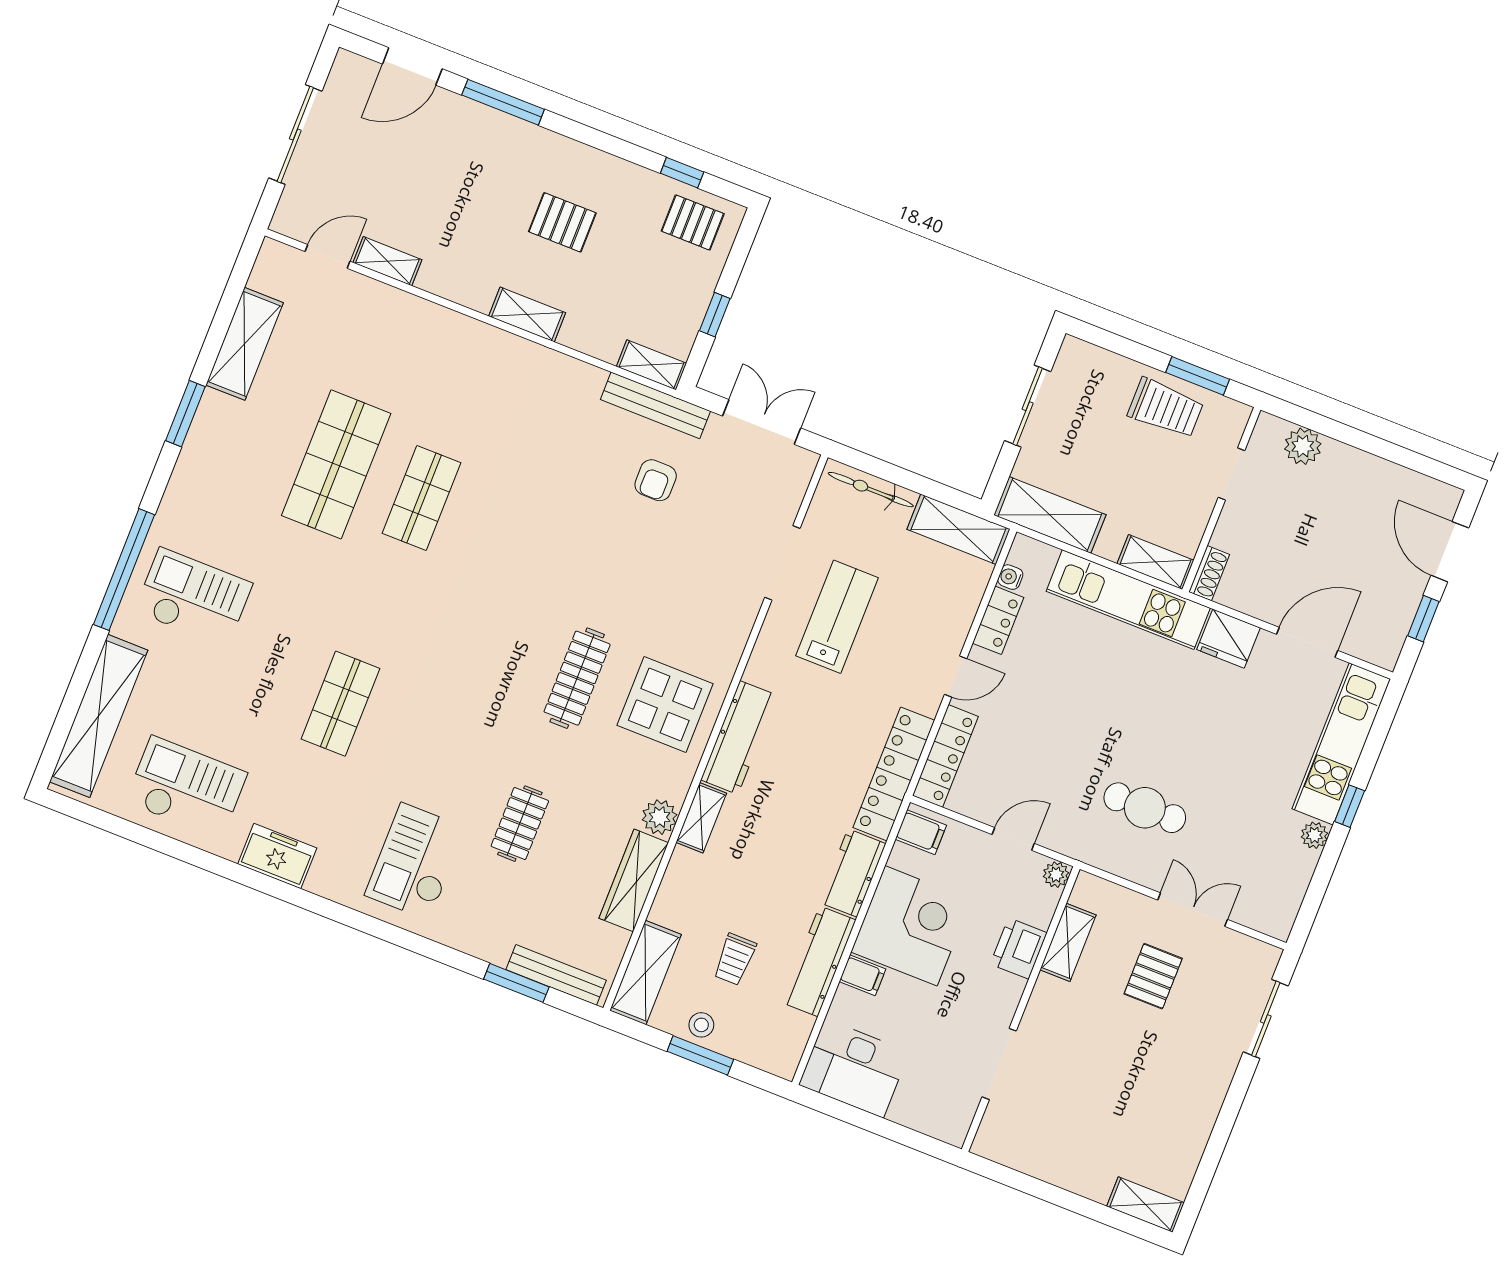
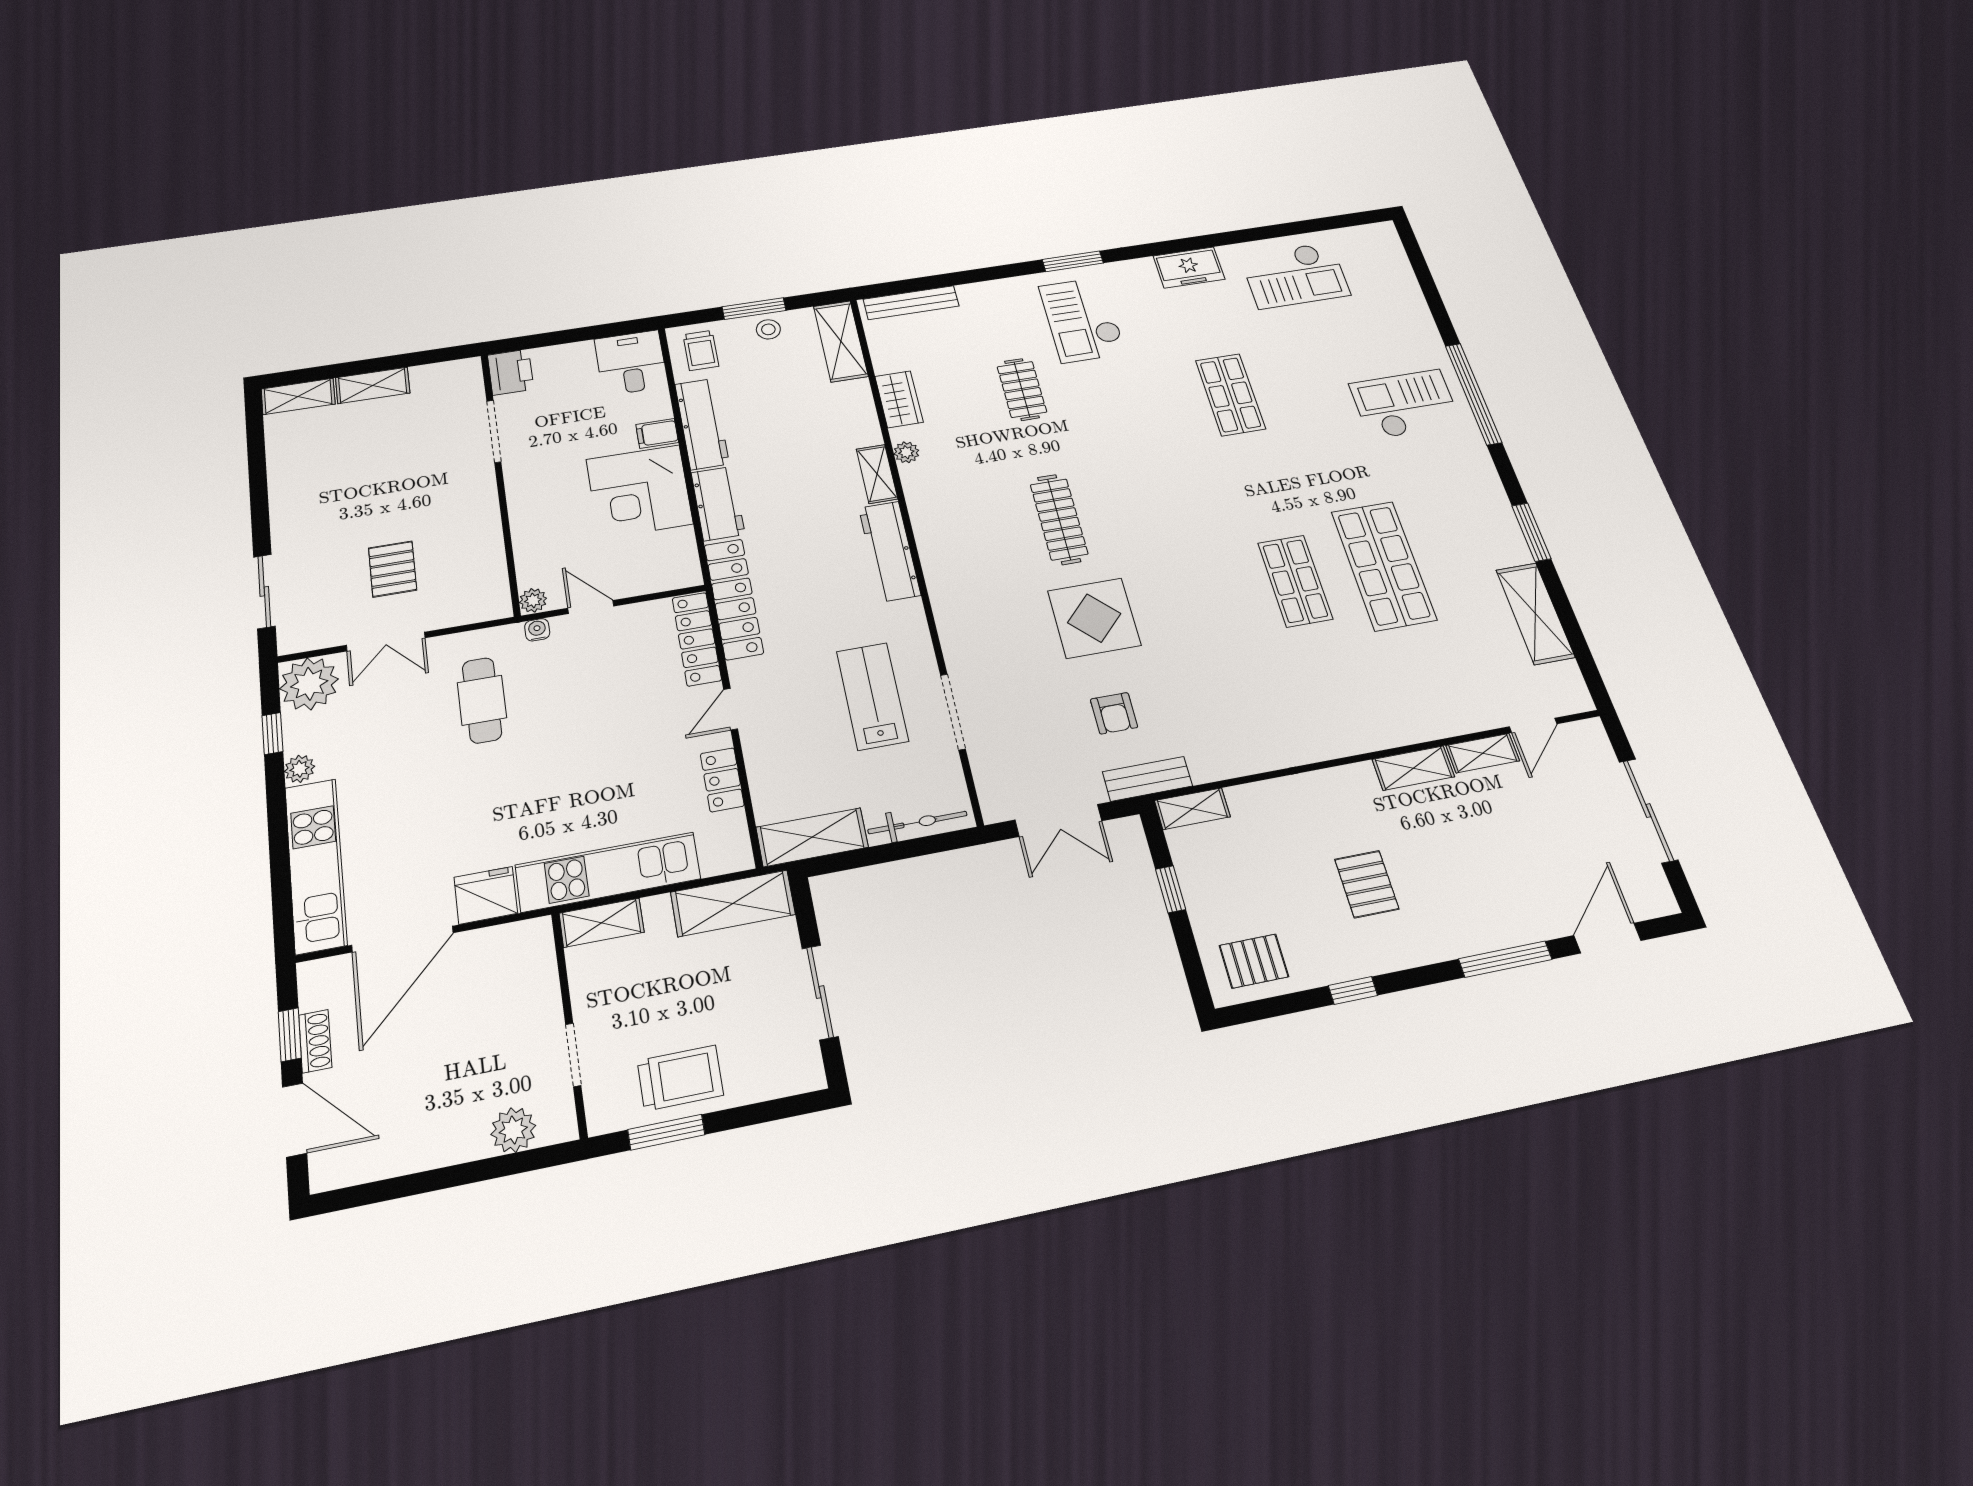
window: (682, 173) -> (1353, 990), moved
pallet: (562, 222) -> (1367, 884), turned 90
shelving: (527, 314) -> (1413, 768), moved
bench: (655, 405) -> (1147, 779), width x0.73
trolley: (1166, 408) -> (680, 1078), turned 180
armchair: (656, 480) -> (1114, 713), turned 180
shoe rack: (1209, 573) -> (315, 1041), moved, turned 180
water cooler: (1010, 577) -> (537, 630), moved, turned -90
checkout: (193, 598) -> (1405, 404), turned 180
lab bench: (837, 617) -> (872, 696), turned 180
door: (1307, 642) -> (403, 939), width x1.36
display table: (665, 704) -> (1094, 618), moved
shelving: (99, 716) -> (1400, 286), removed
window: (1350, 806) -> (272, 733), moved
cafe table: (1145, 808) -> (482, 700), turned 90
plant: (660, 817) -> (906, 452), width x0.73, depth x0.73
filing cabinet: (921, 832) -> (679, 567), removed
door: (1013, 839) -> (591, 607), swing flipped
checkout: (415, 861) -> (1082, 320), turned 180
wardrobe: (634, 880) -> (899, 399), width x0.67
plant: (1271, 908) -> (309, 684), added
shelving: (1068, 942) -> (373, 385), moved, turned 90
printer: (1019, 948) -> (511, 372), moved
trolley: (735, 959) -> (701, 350), moved, turned 180
window: (516, 983) -> (1073, 261), moved
desk: (854, 1068) -> (631, 363), width x0.73

